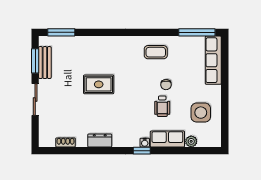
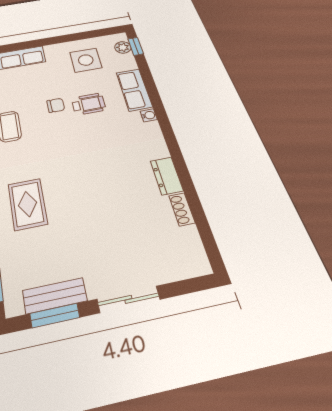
rug: (99, 84) -> (28, 204), moved
plant: (191, 141) -> (123, 47), moved
shoe rack: (66, 142) -> (182, 209), moved
window: (142, 151) -> (136, 46), moved

